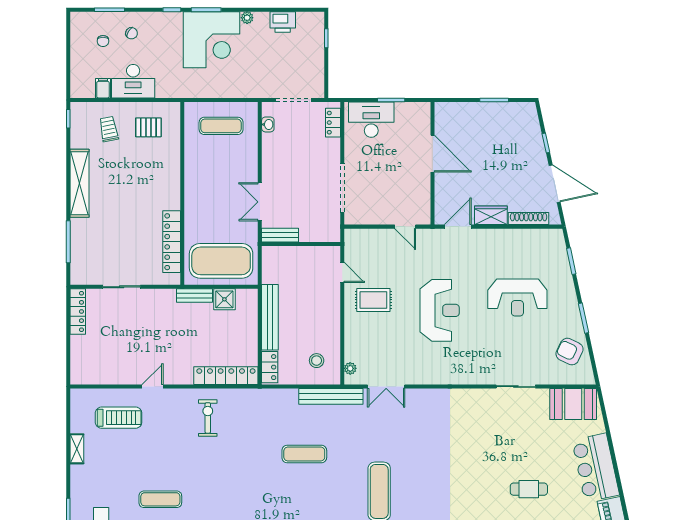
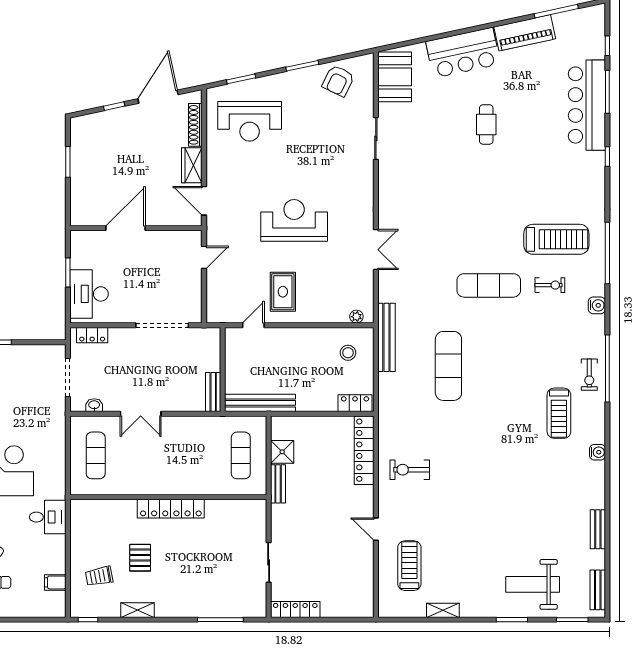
desk: (133, 81) -> (48, 517), moved, width x0.73
pallet: (148, 127) -> (140, 558), moved
shelving: (79, 183) -> (137, 610), width x0.45, depth x0.75
double door: (260, 202) -> (141, 414), moved
locker: (172, 242) -> (171, 509), moved
exercise mat: (221, 261) -> (241, 455), width x0.50, depth x0.69
reception desk: (517, 297) -> (250, 121), moved, turned 90
bench: (270, 317) -> (260, 403), moved
double door: (386, 387) -> (376, 250), moved
exercise mat: (304, 454) -> (448, 366), width x1.36, depth x1.45
exercise mat: (160, 499) -> (497, 521), removed

